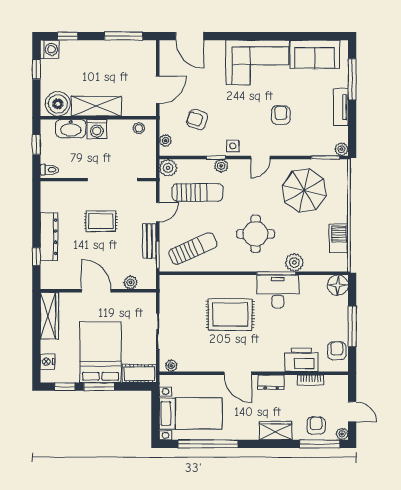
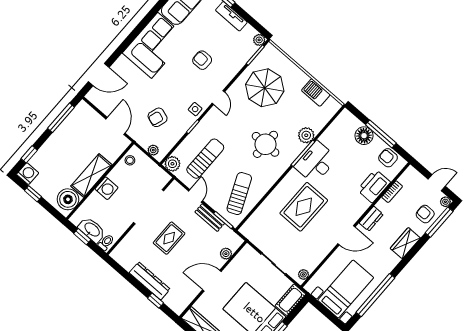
washbasin: (71, 129) -> (92, 230), moved, turned -90
plant: (221, 166) -> (201, 128), removed
floor lamp: (338, 285) -> (364, 136), moved

